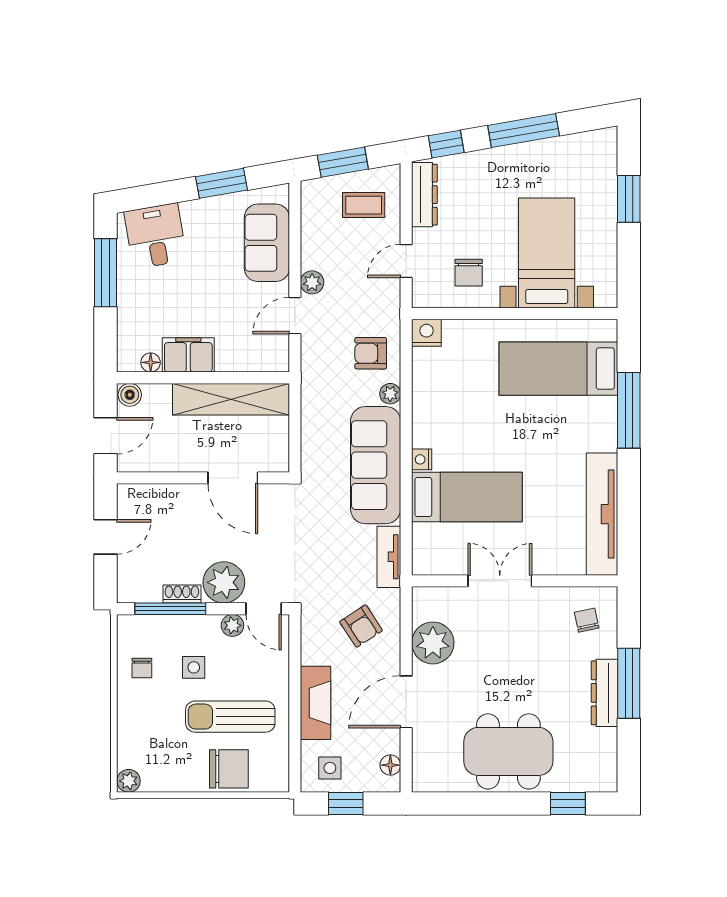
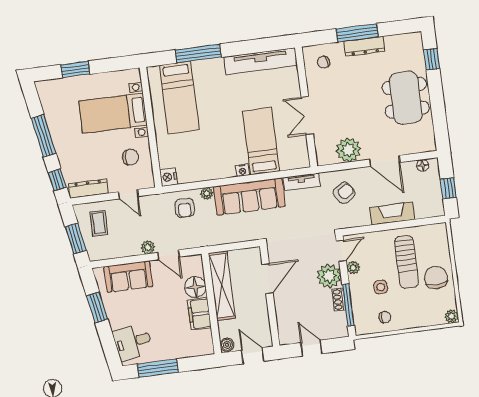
floor lamp: (151, 362) -> (195, 287), moved, width x1.89, depth x1.89
side table: (330, 768) -> (429, 200), removed
chair: (229, 769) -> (436, 278), moved

